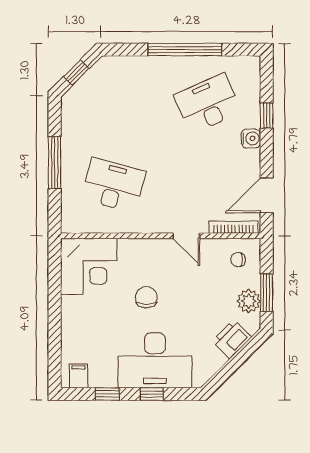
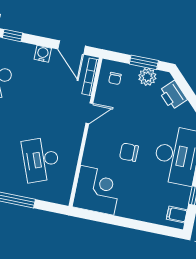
water cooler: (251, 139) -> (43, 54), moved
desk: (113, 185) -> (41, 160), turned -36

